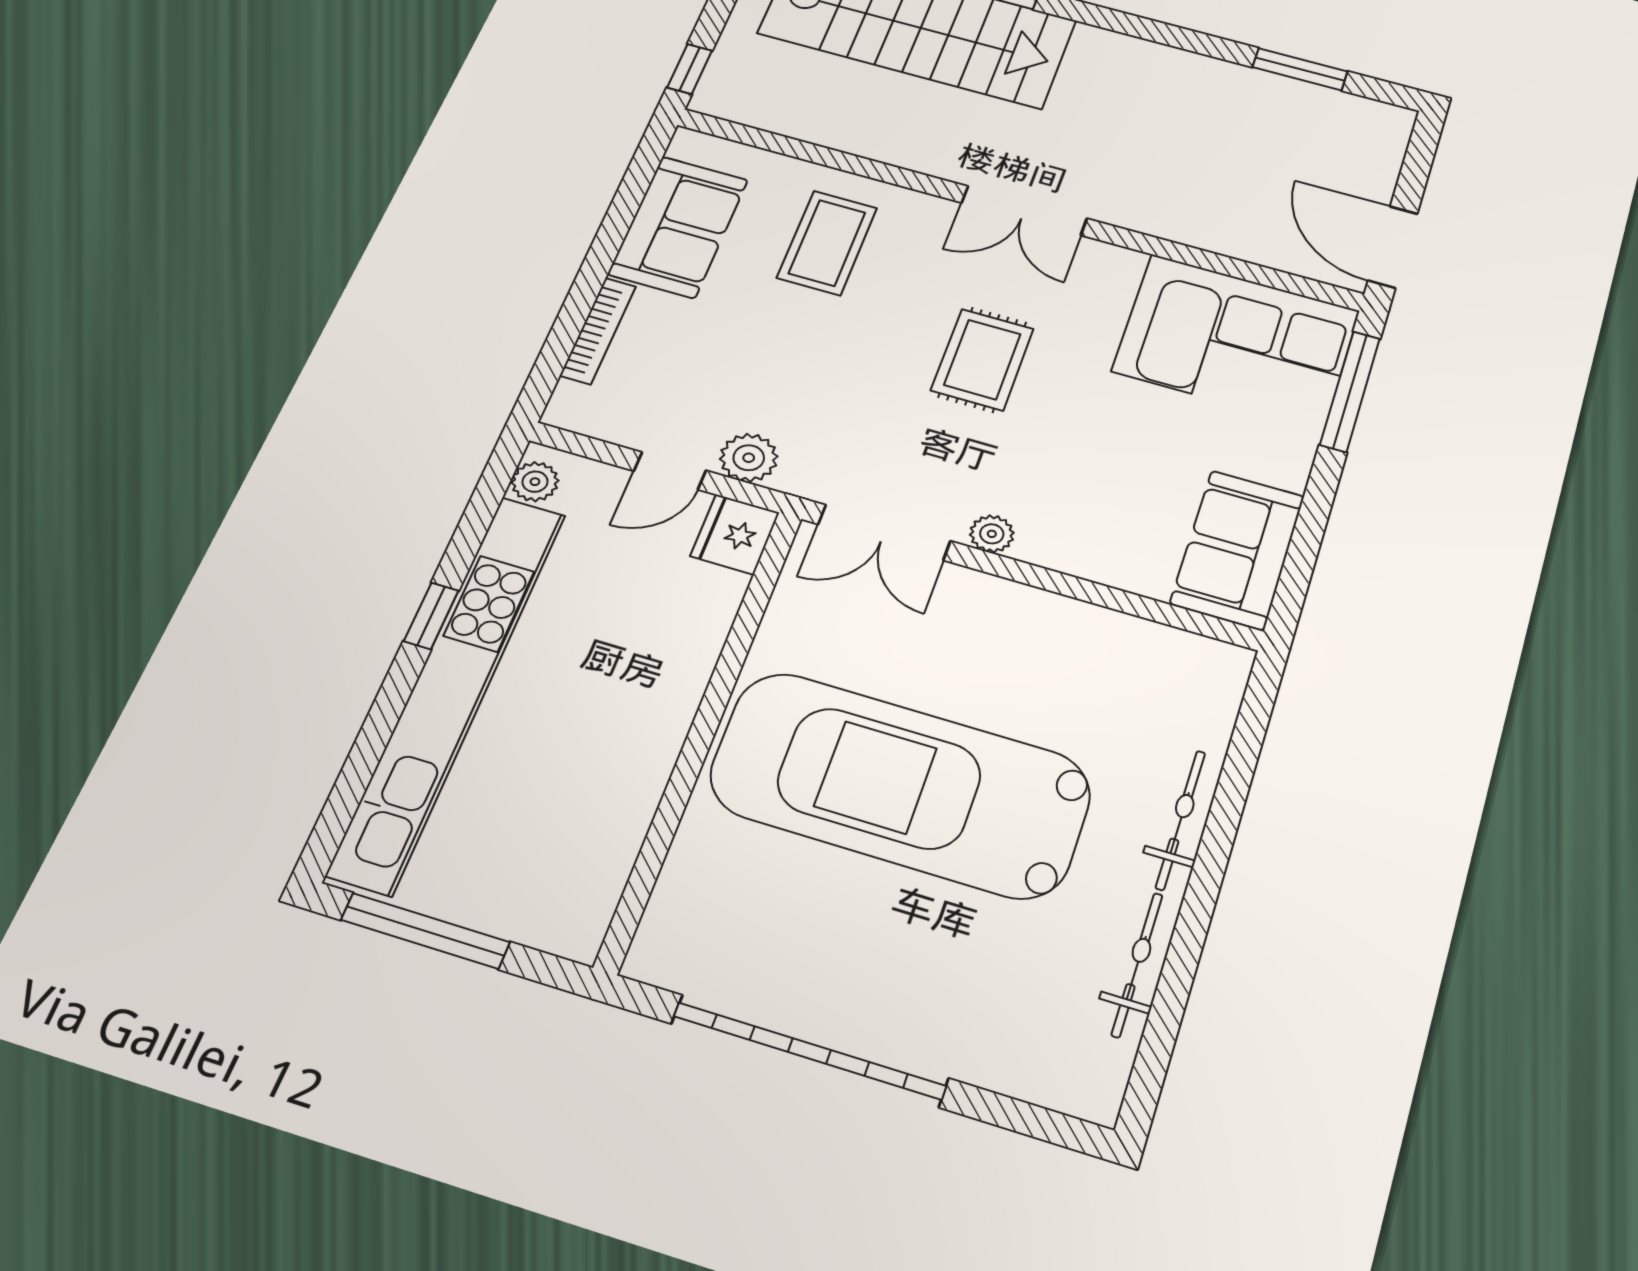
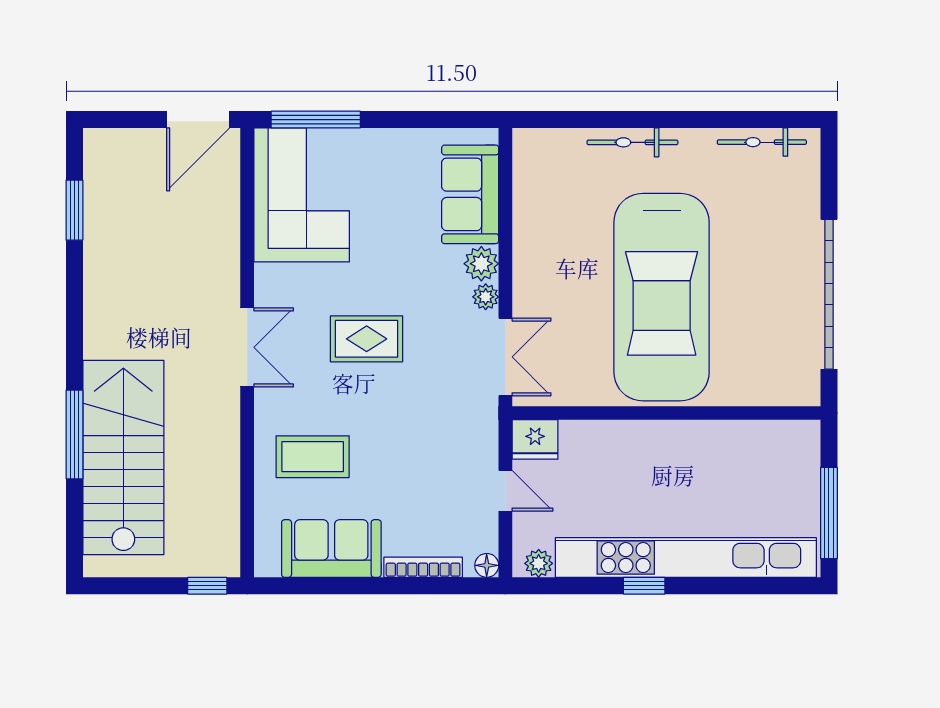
floor lamp: (563, 413) -> (487, 565), added
plant: (749, 458) -> (481, 264), moved
sofa: (1238, 549) -> (470, 194), moved, turned 90
bicycle: (1137, 965) -> (762, 142), moved

